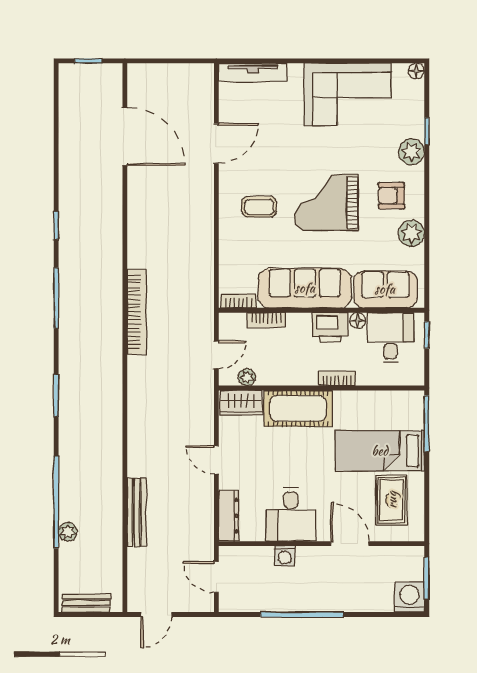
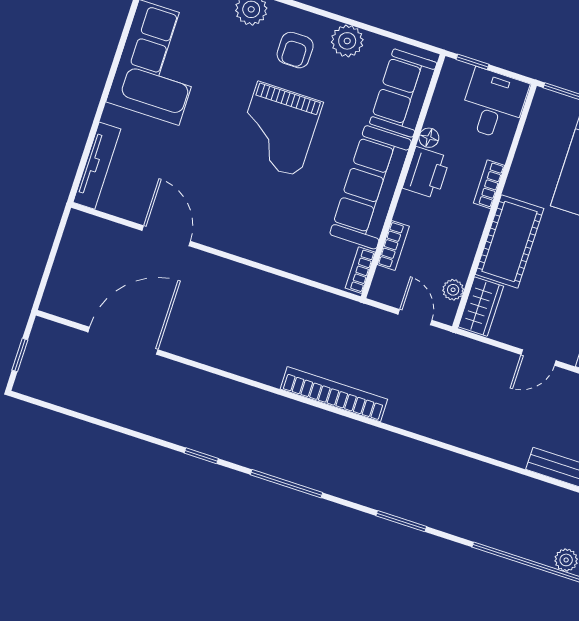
coffee table: (259, 207) -> (257, 210), removed
desk: (391, 338) -> (493, 104), moved, turned 90

